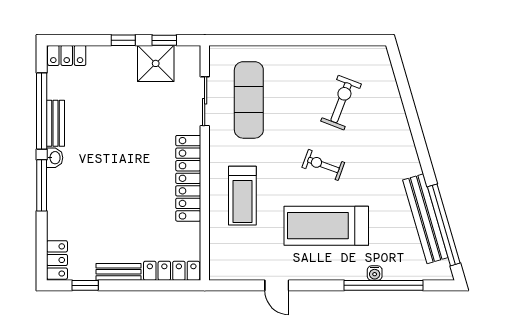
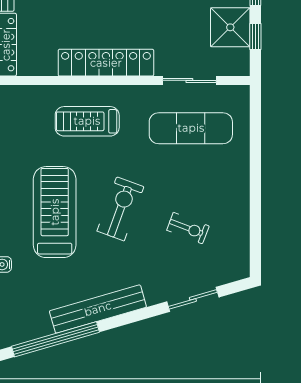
sliding door: (407, 98) -> (193, 299), added
exercise bike: (341, 103) -> (188, 228), width x0.73, depth x0.72
exercise bike: (323, 165) -> (120, 209), width x1.38, depth x1.39
bench: (425, 219) -> (98, 309), moved

